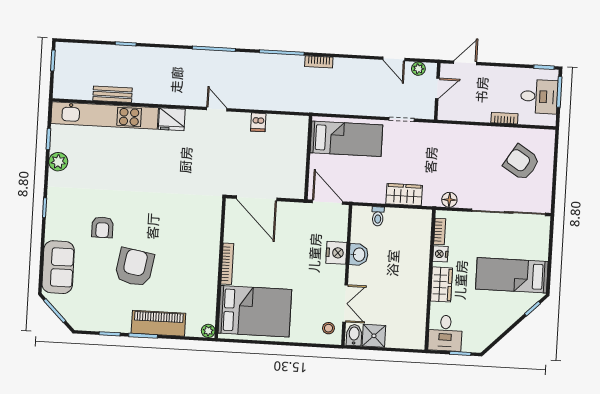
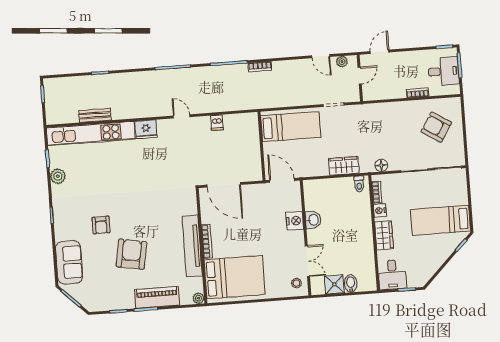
toilet: (378, 216) -> (359, 184), moved
tv unit: (209, 267) -> (192, 246), added
bidet: (354, 335) -> (351, 284), moved

